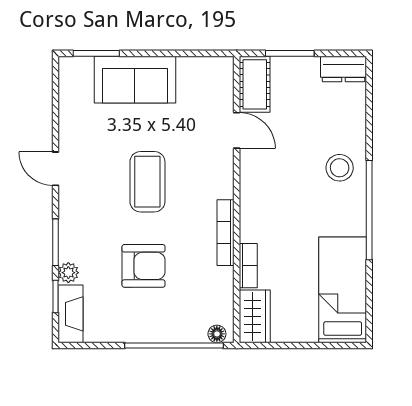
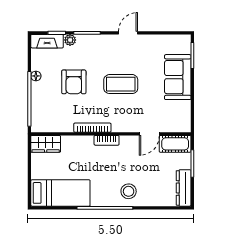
dresser: (344, 69) -> (184, 188), width x1.44
bookcase: (248, 266) -> (107, 140), moved
floor lamp: (217, 334) -> (36, 76), moved

